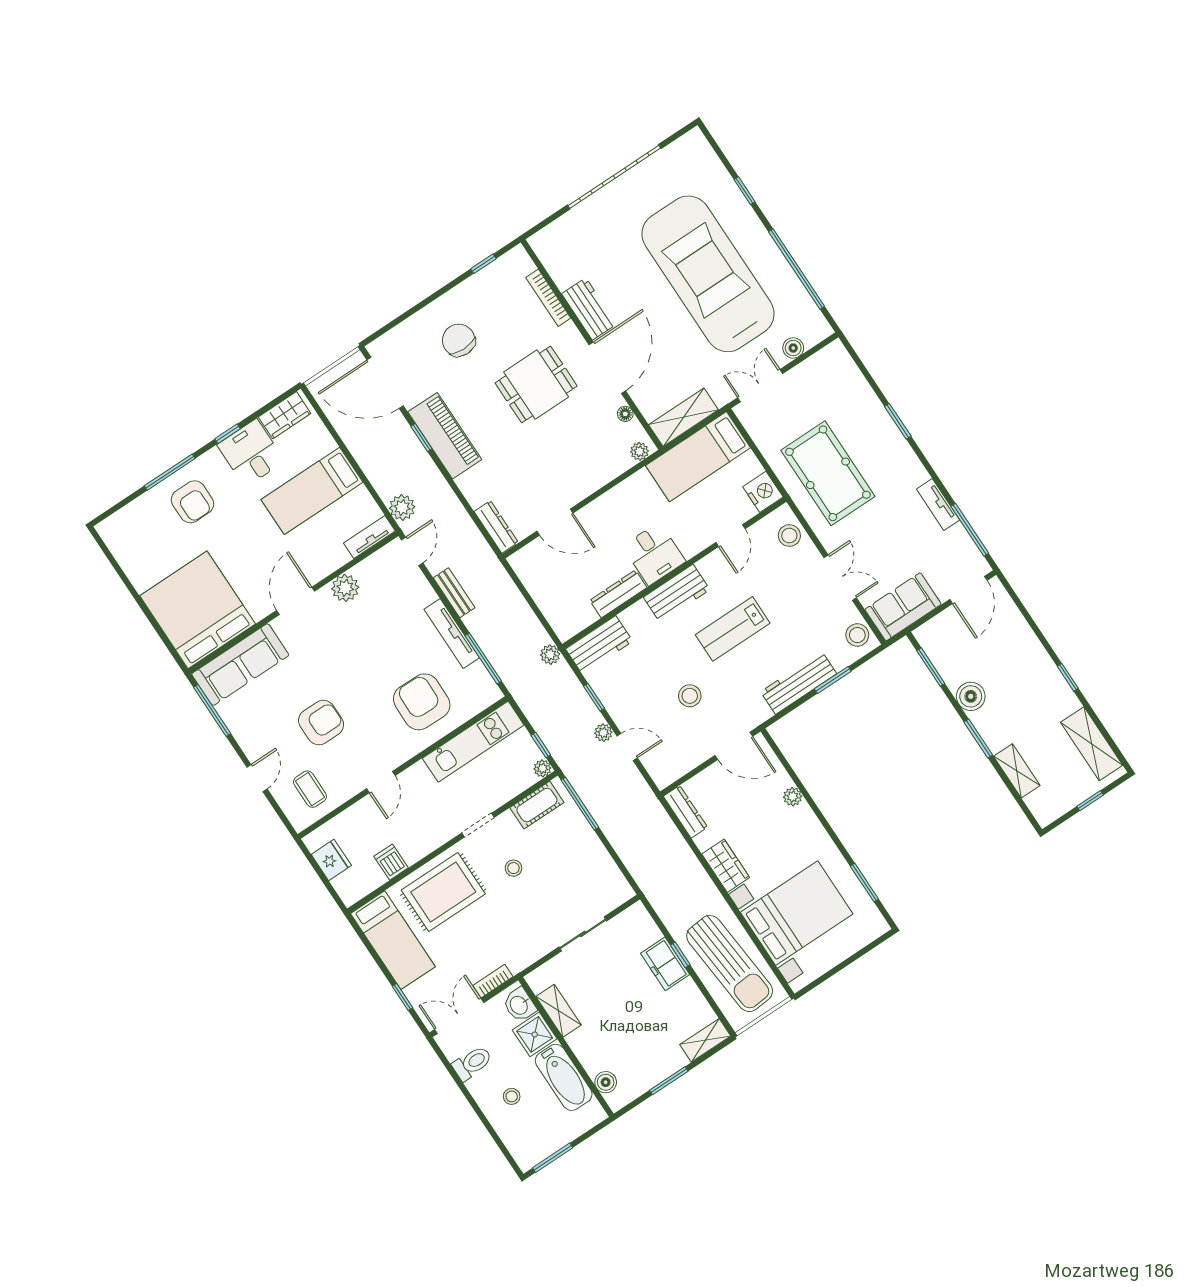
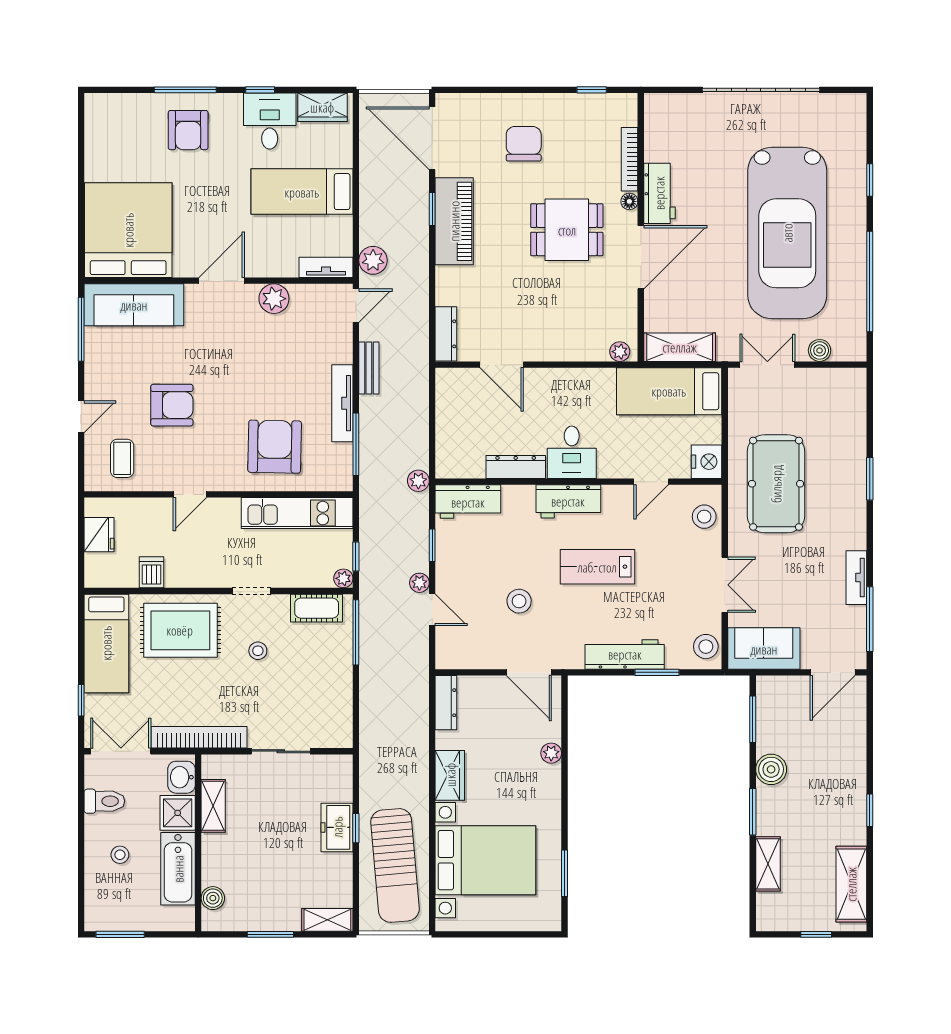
car: (708, 274) -> (787, 233), turned 180
floor lamp: (625, 414) -> (629, 201), moved
bookcase: (493, 981) -> (199, 737), width x2.31, depth x1.31

